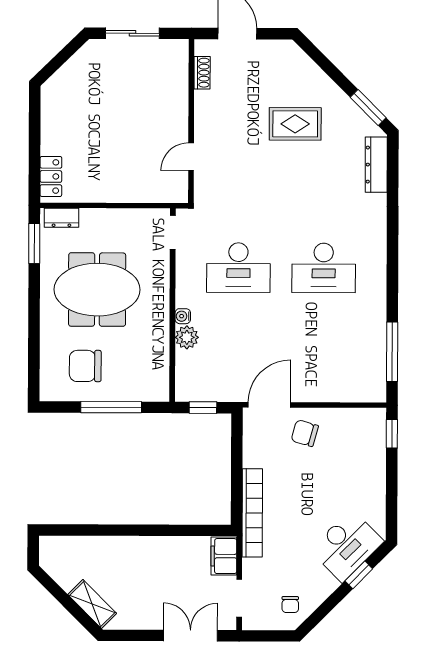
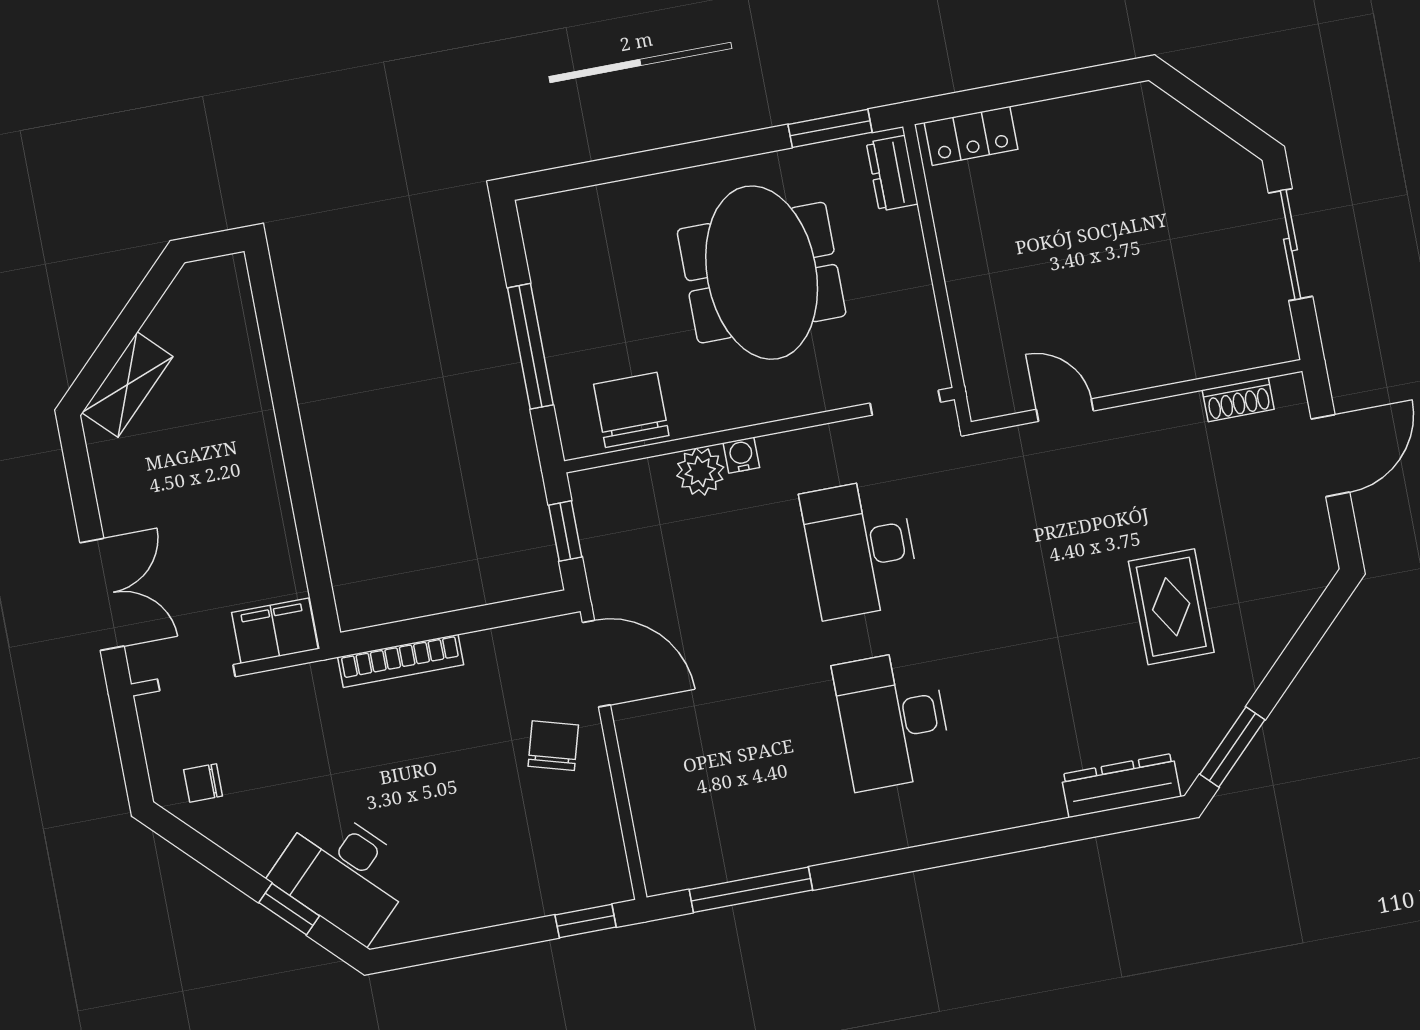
chair: (85, 366) -> (631, 410), moved
bookcase: (252, 513) -> (401, 661), width x0.68, depth x0.76

